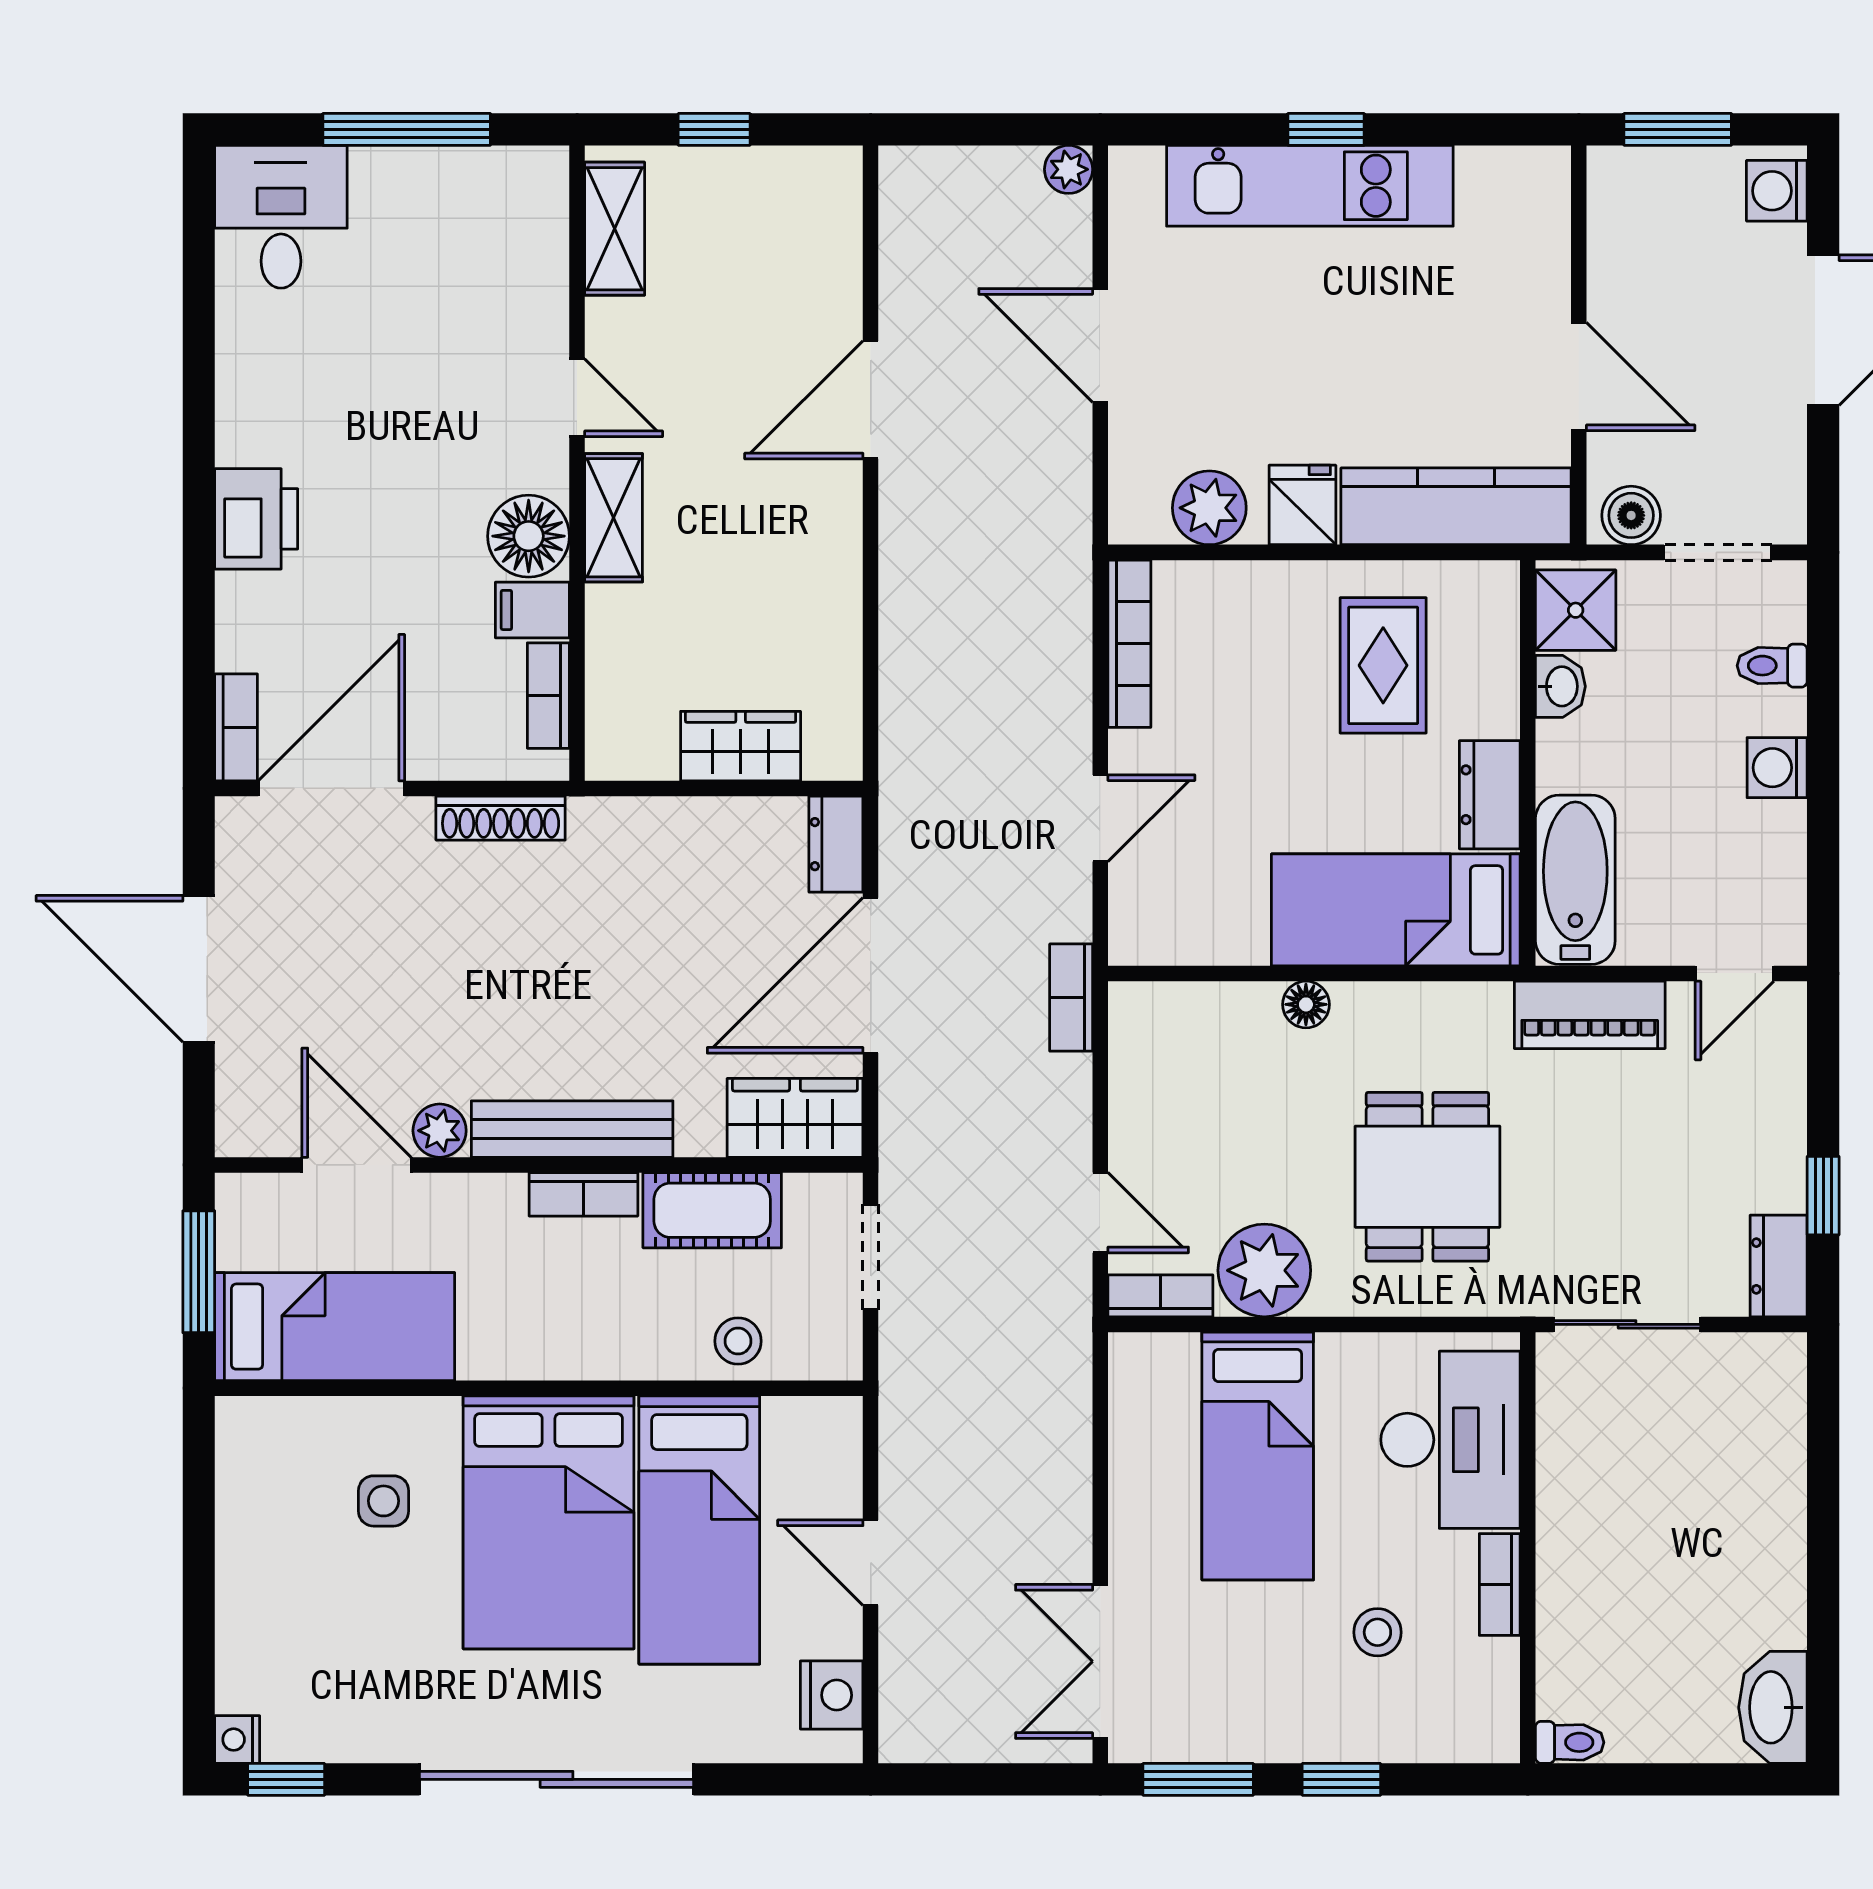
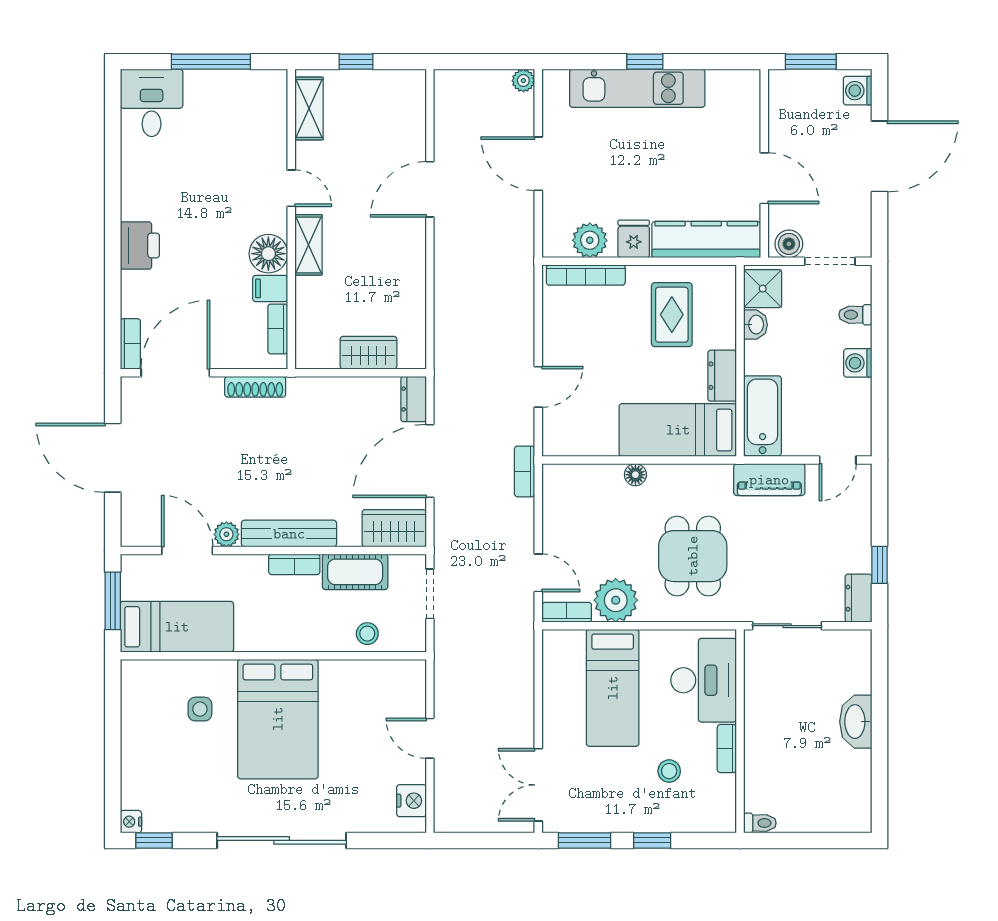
bookcase: (1129, 644) -> (586, 275), moved, turned 90
bed: (699, 1530) -> (349, 723), removed
washbasin: (1773, 1707) -> (856, 722), moved

